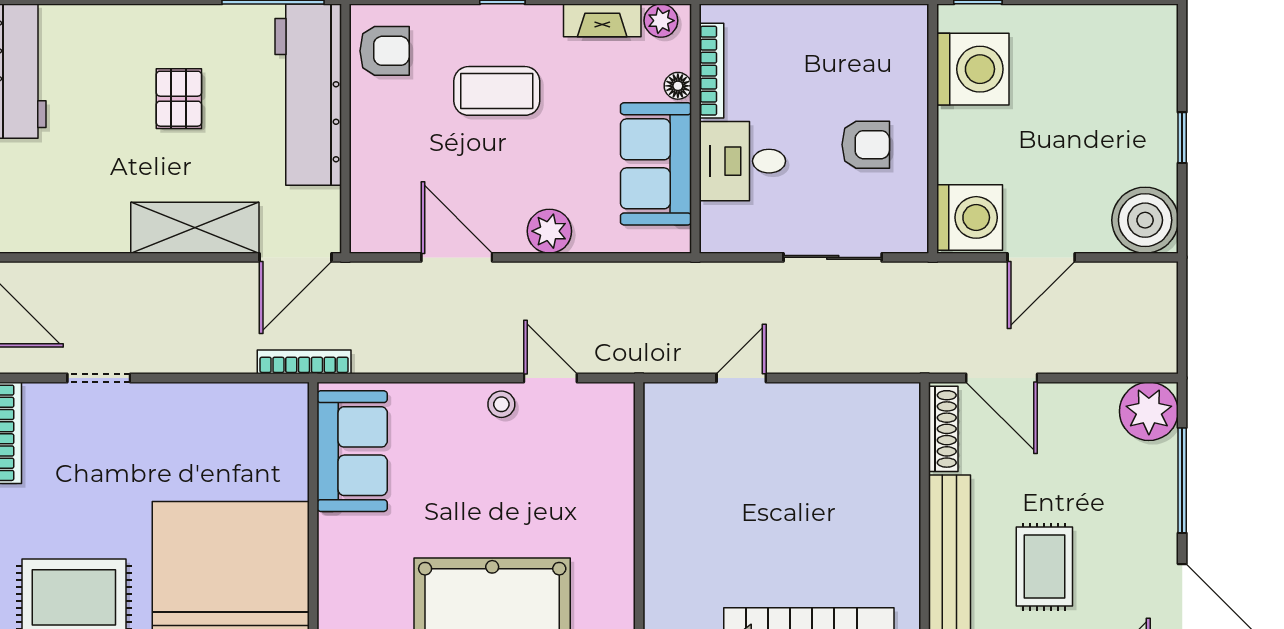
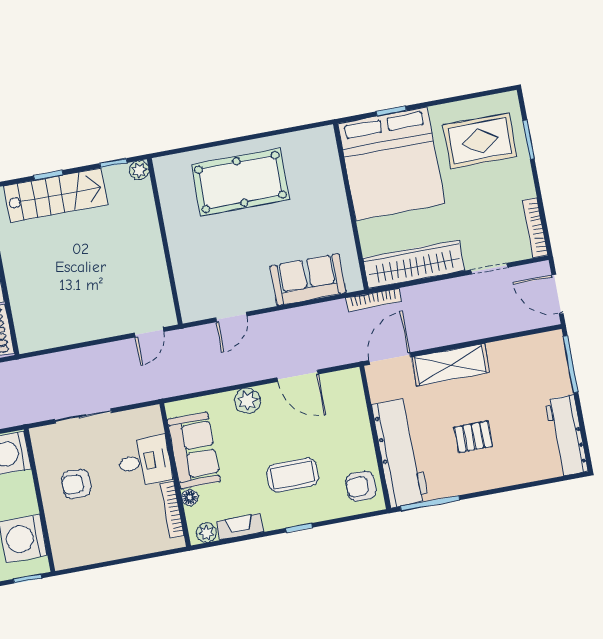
pallet: (179, 99) -> (473, 437), turned 90
door: (550, 378) -> (231, 317), hinge flipped
door: (741, 378) -> (149, 332), moved
stool: (501, 404) -> (256, 297), removed
wardrobe: (225, 409) -> (414, 264), added
sofa: (352, 451) -> (308, 280), moved, turned 90

